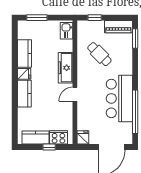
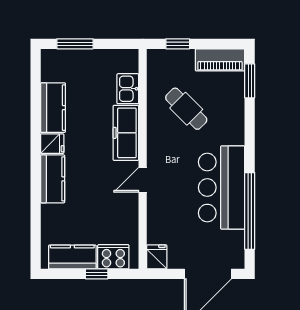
kitchen sink: (67, 31) -> (128, 89), moved

